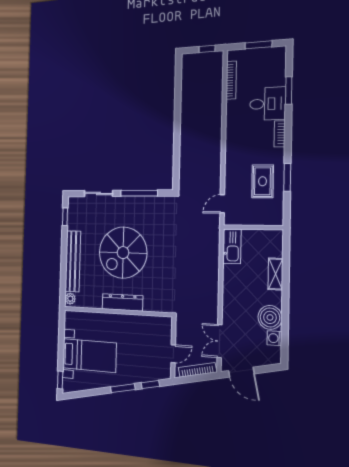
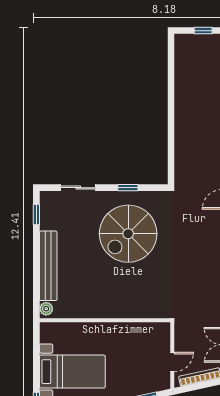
window: (139, 193) -> (128, 188), width x0.46
spiral stairs: (123, 253) -> (128, 234), moved
dresser: (122, 302) -> (111, 310), removed

